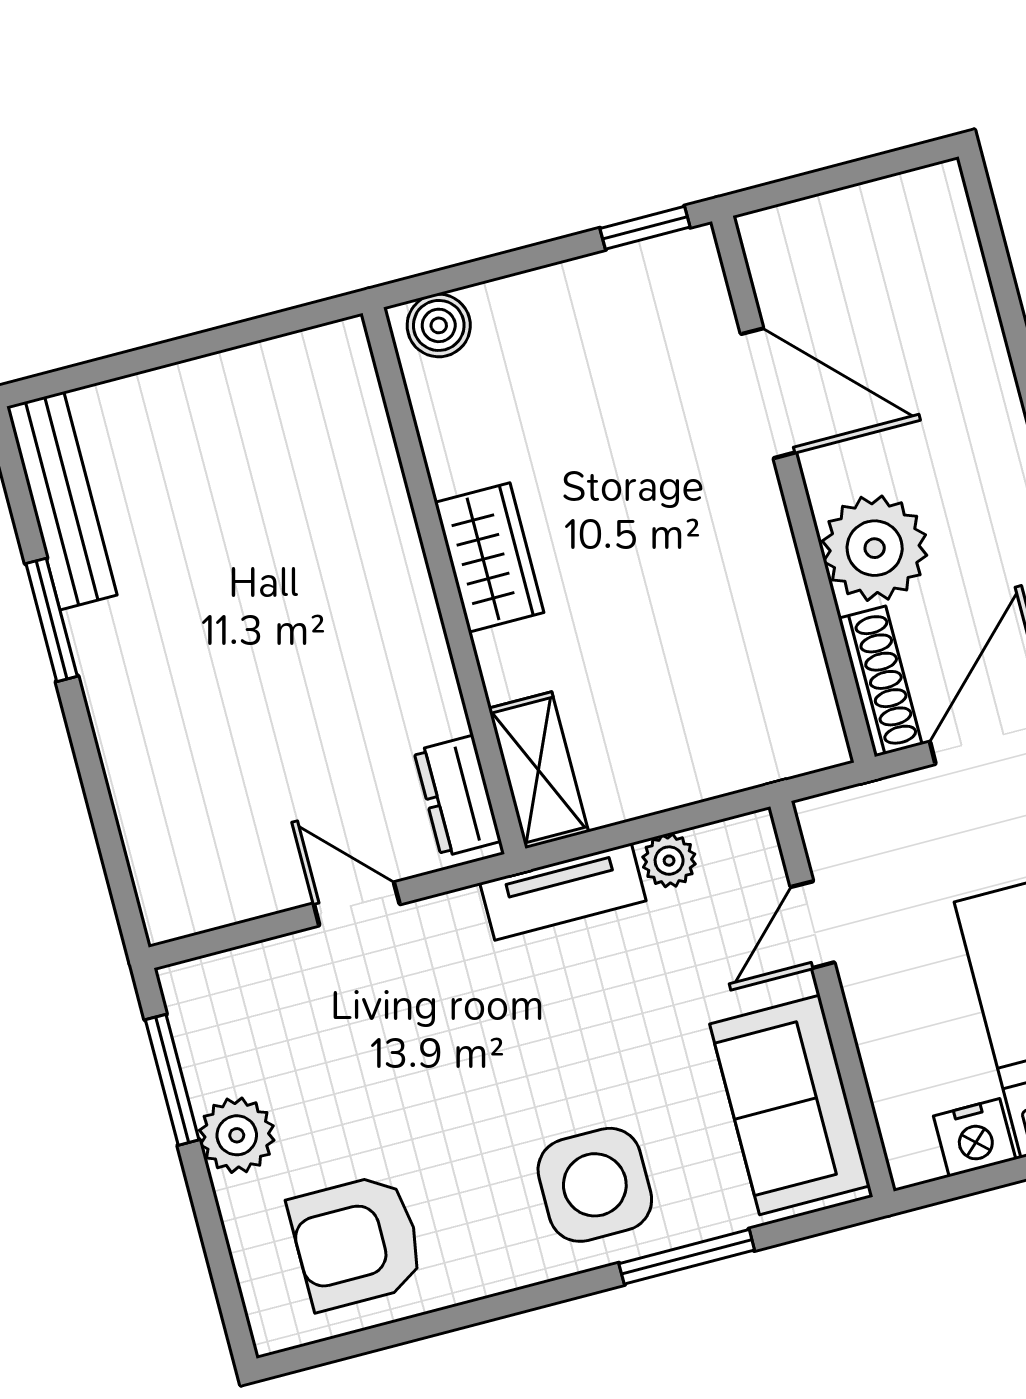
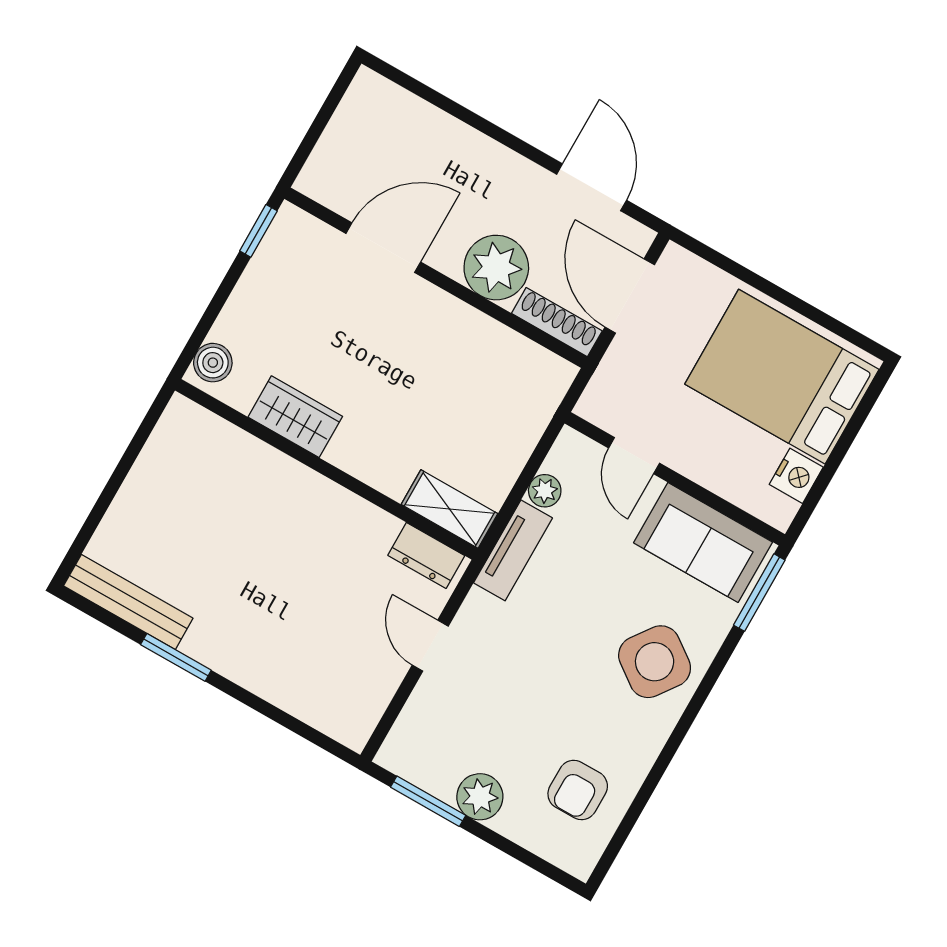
wardrobe: (489, 557) -> (295, 417), moved
door: (357, 904) -> (430, 646), hinge flipped
side table: (595, 1185) -> (655, 662), turned 36
armchair: (357, 1242) -> (578, 790), width x0.72, depth x0.72
window: (687, 1257) -> (759, 593), moved

